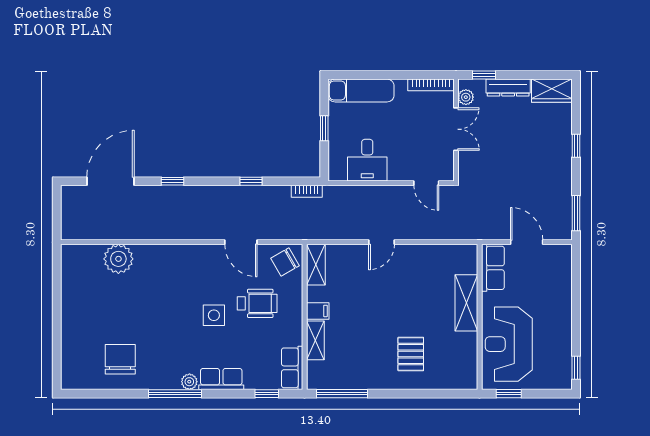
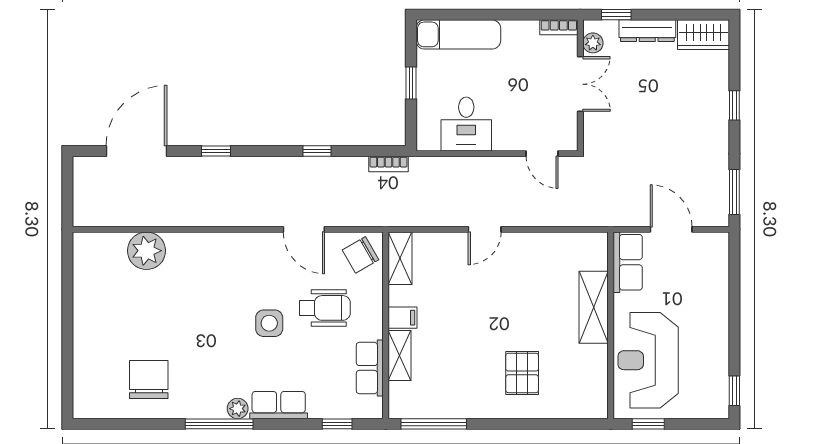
bookcase: (431, 85) -> (559, 27), width x0.64
row of seats: (292, 368) -> (370, 368), moved

